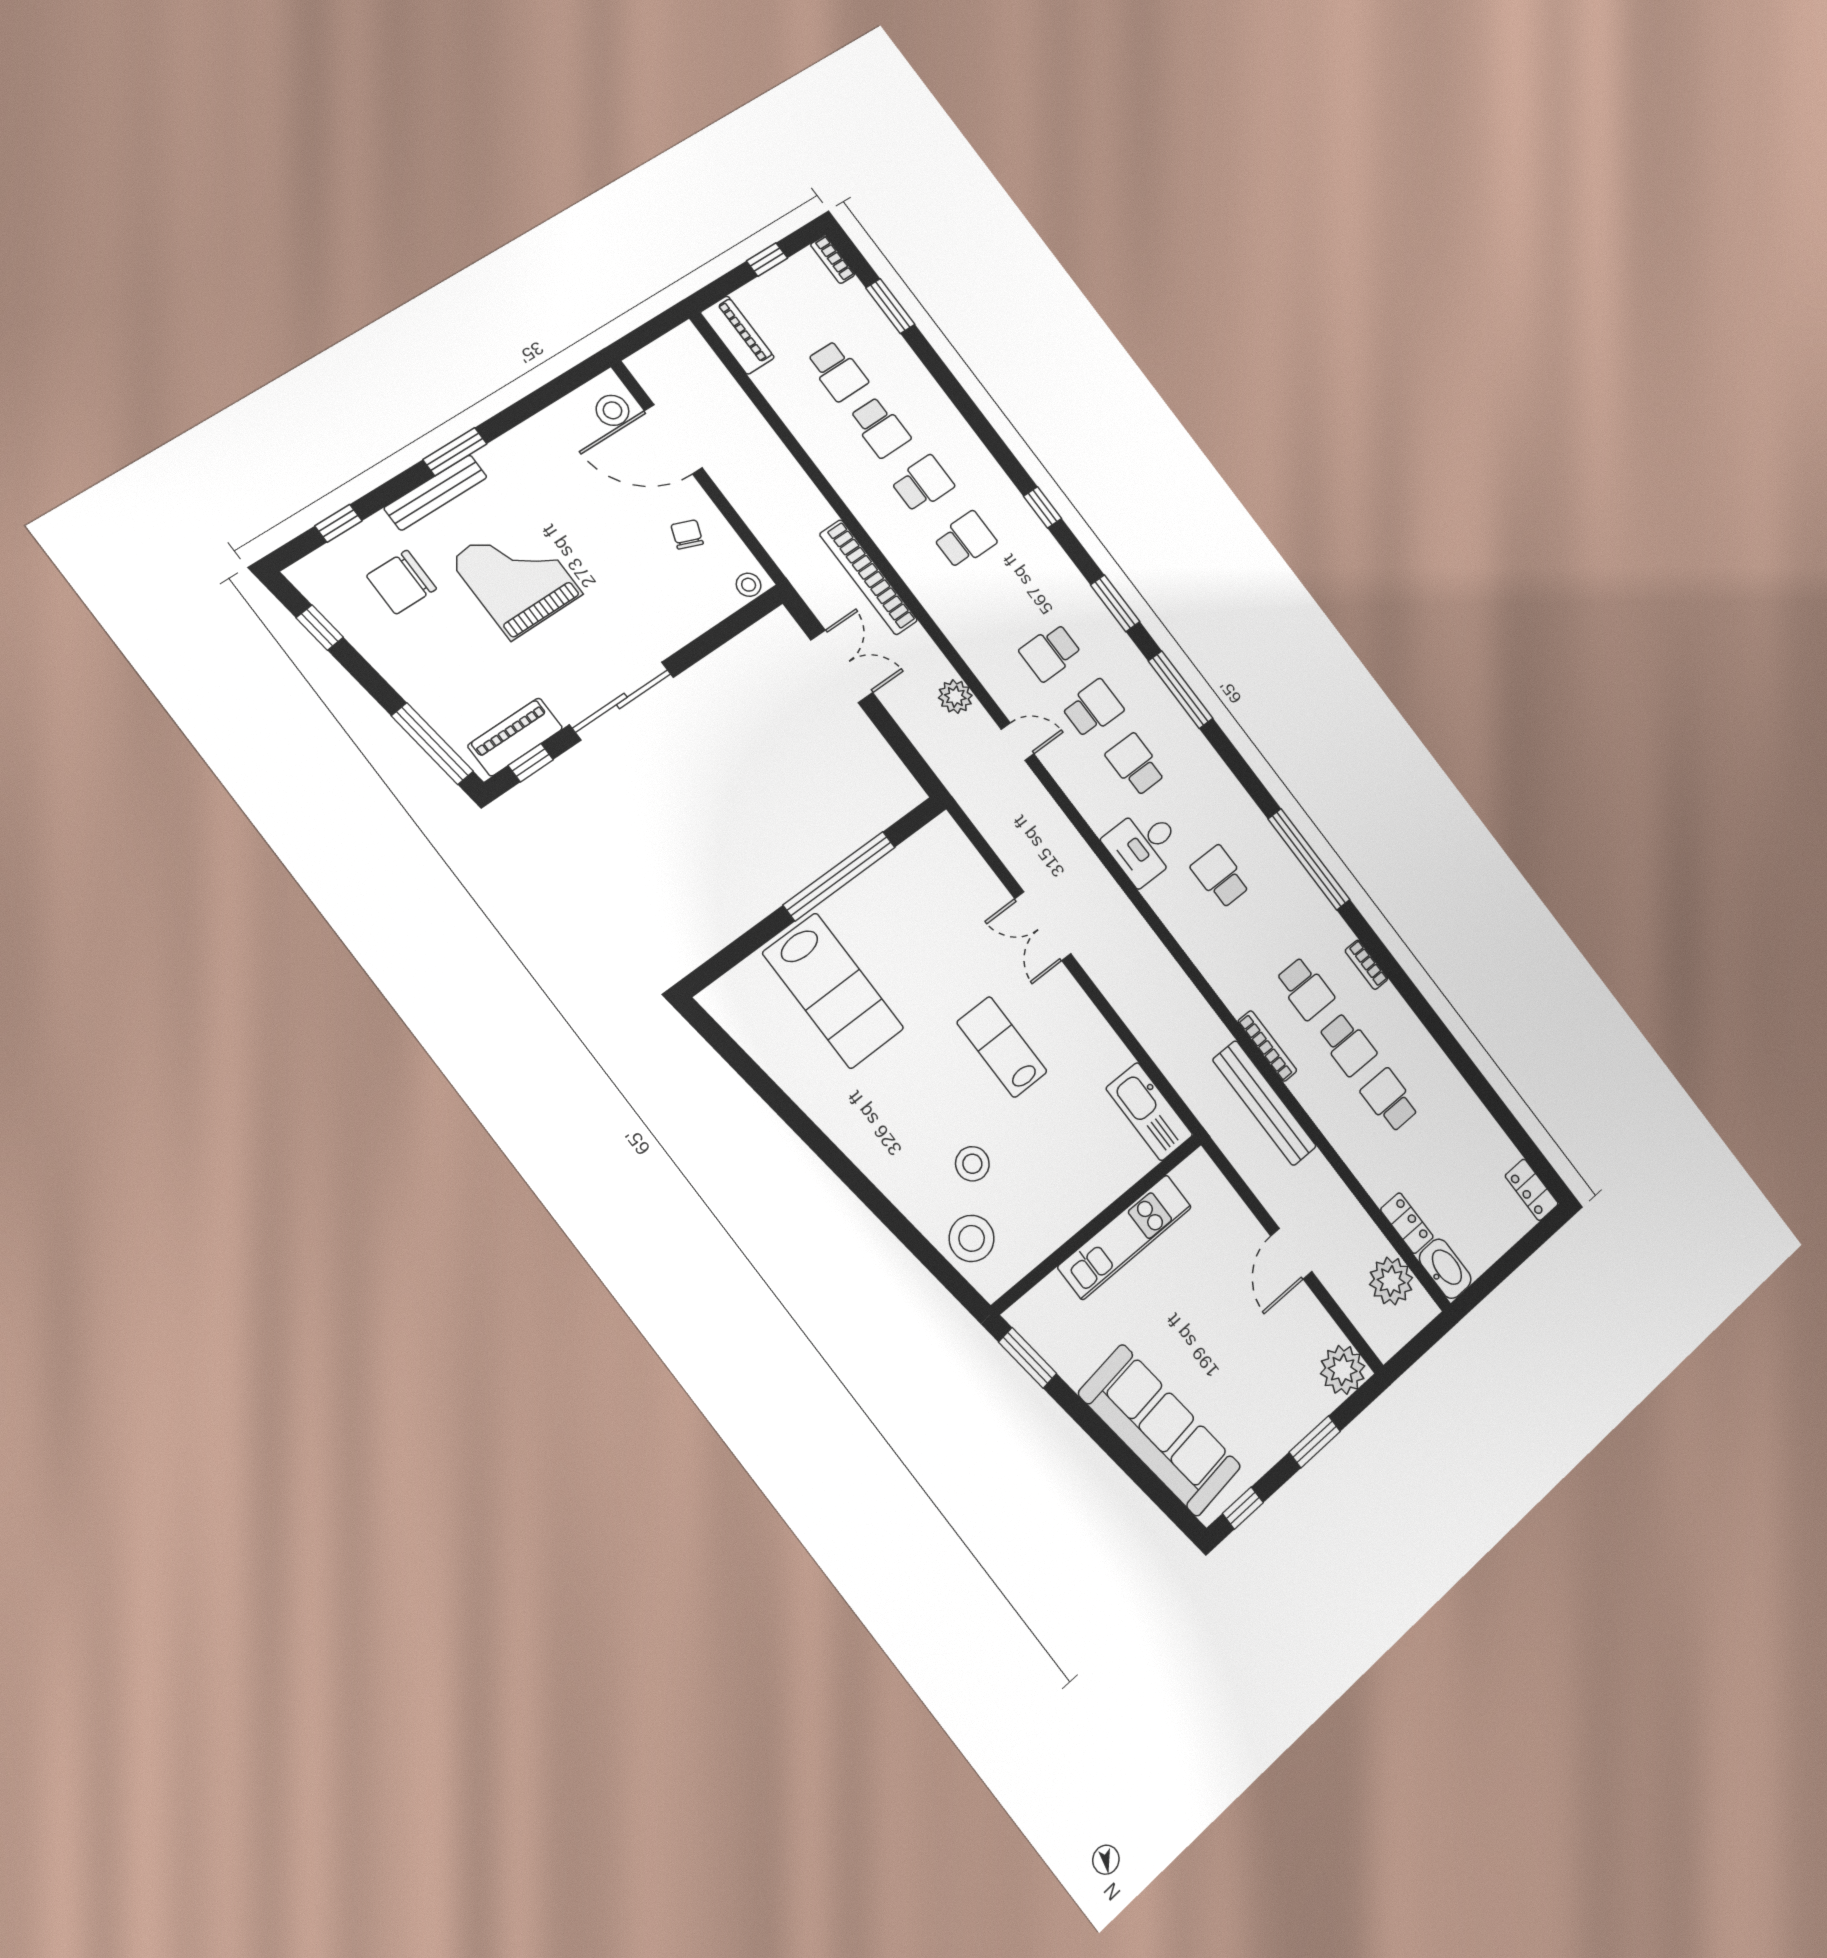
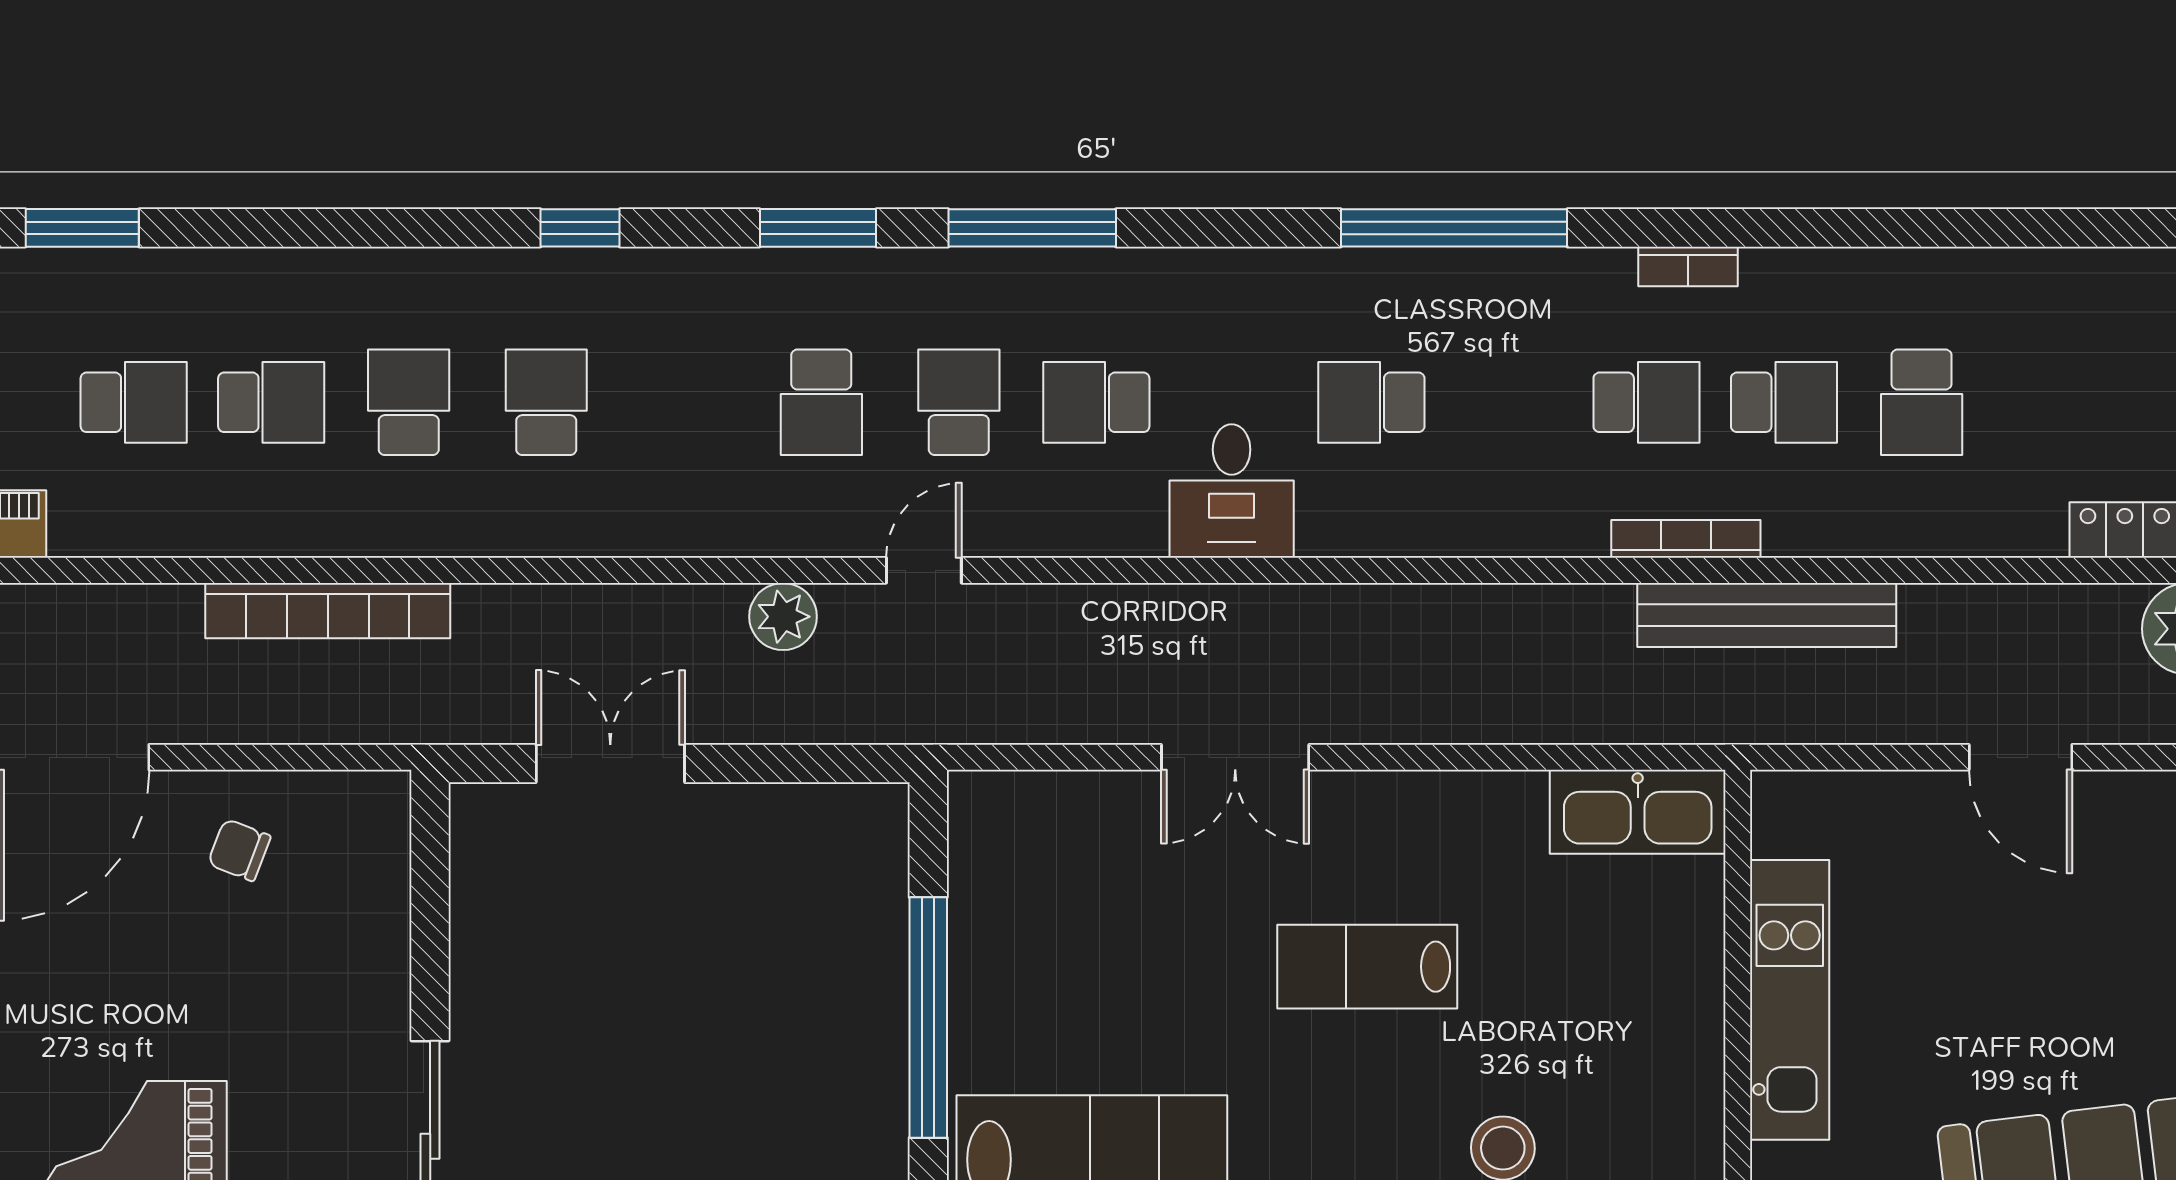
bookcase: (868, 577) -> (328, 611), moved
stool: (749, 585) -> (383, 813), removed
school desk: (1390, 1100) -> (1922, 402), turned -90

